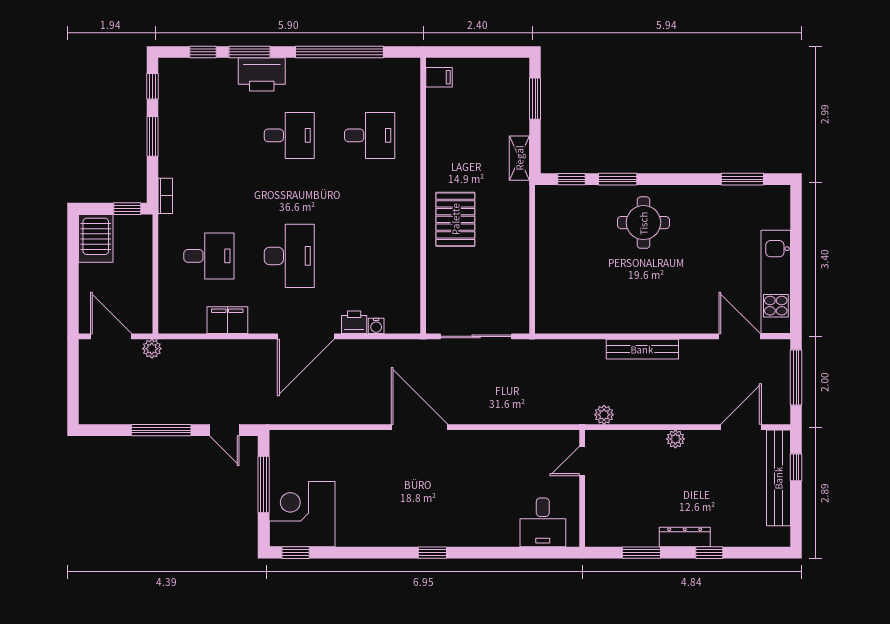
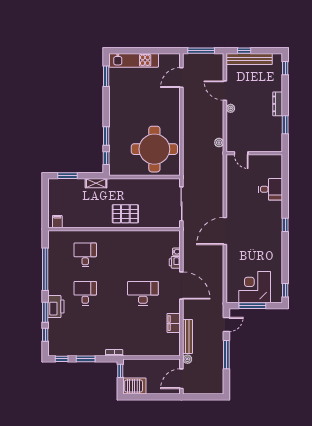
round table: (643, 223) -> (154, 149), moved, width x1.86, depth x1.86
desk: (209, 256) -> (143, 332), removed
kitchen unit: (776, 282) -> (134, 60), moved
bench: (642, 349) -> (188, 337), moved
door: (741, 427) -> (225, 91), moved
corner desk: (302, 514) -> (255, 287), moved, turned 90
desk: (543, 522) -> (271, 189), moved
window: (709, 553) -> (285, 68), moved

